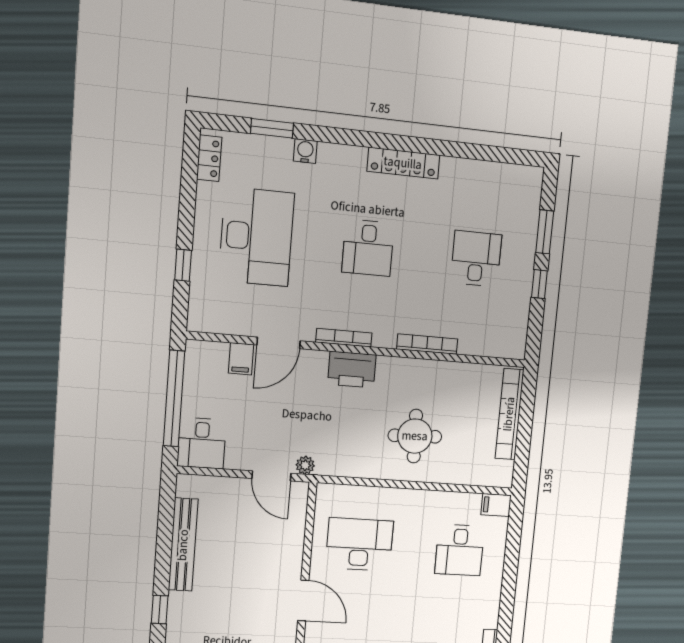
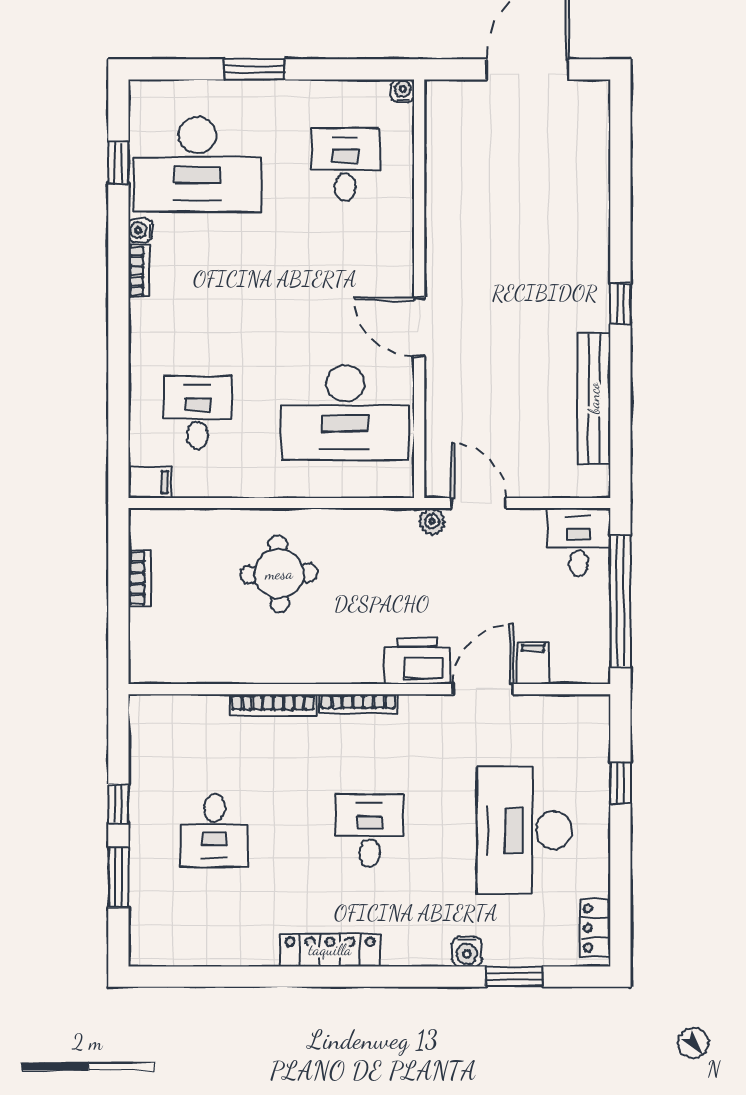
bookcase: (344, 338) -> (358, 704), moved
printer: (352, 370) -> (418, 661), moved
bookcase: (509, 414) -> (140, 578), width x0.43, depth x0.76
desk: (359, 544) -> (345, 413), width x1.36, depth x1.30

